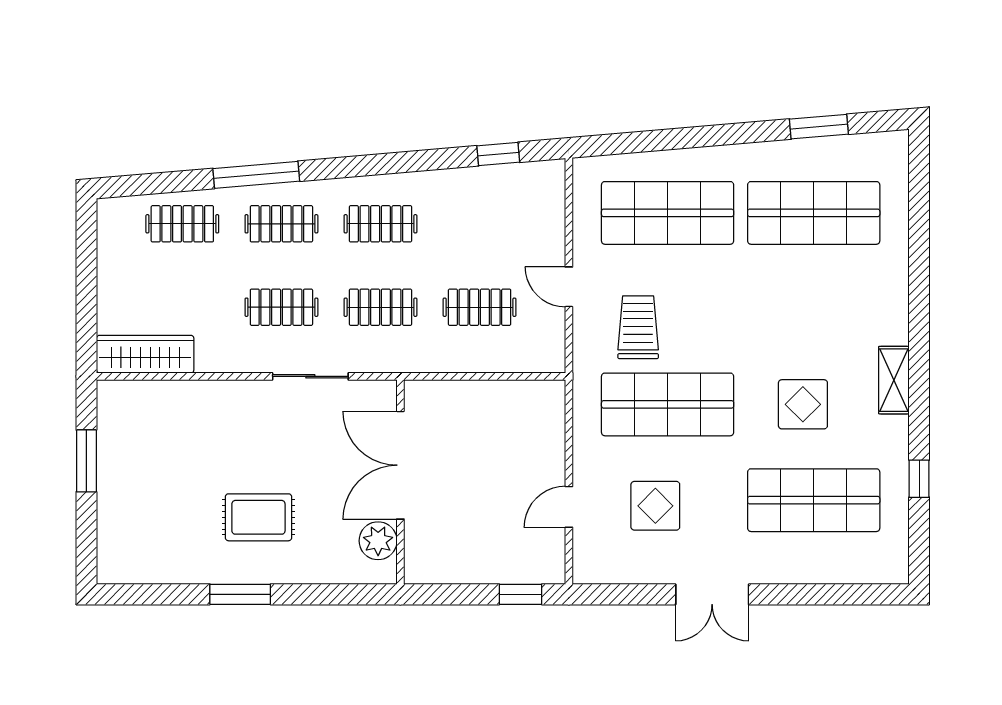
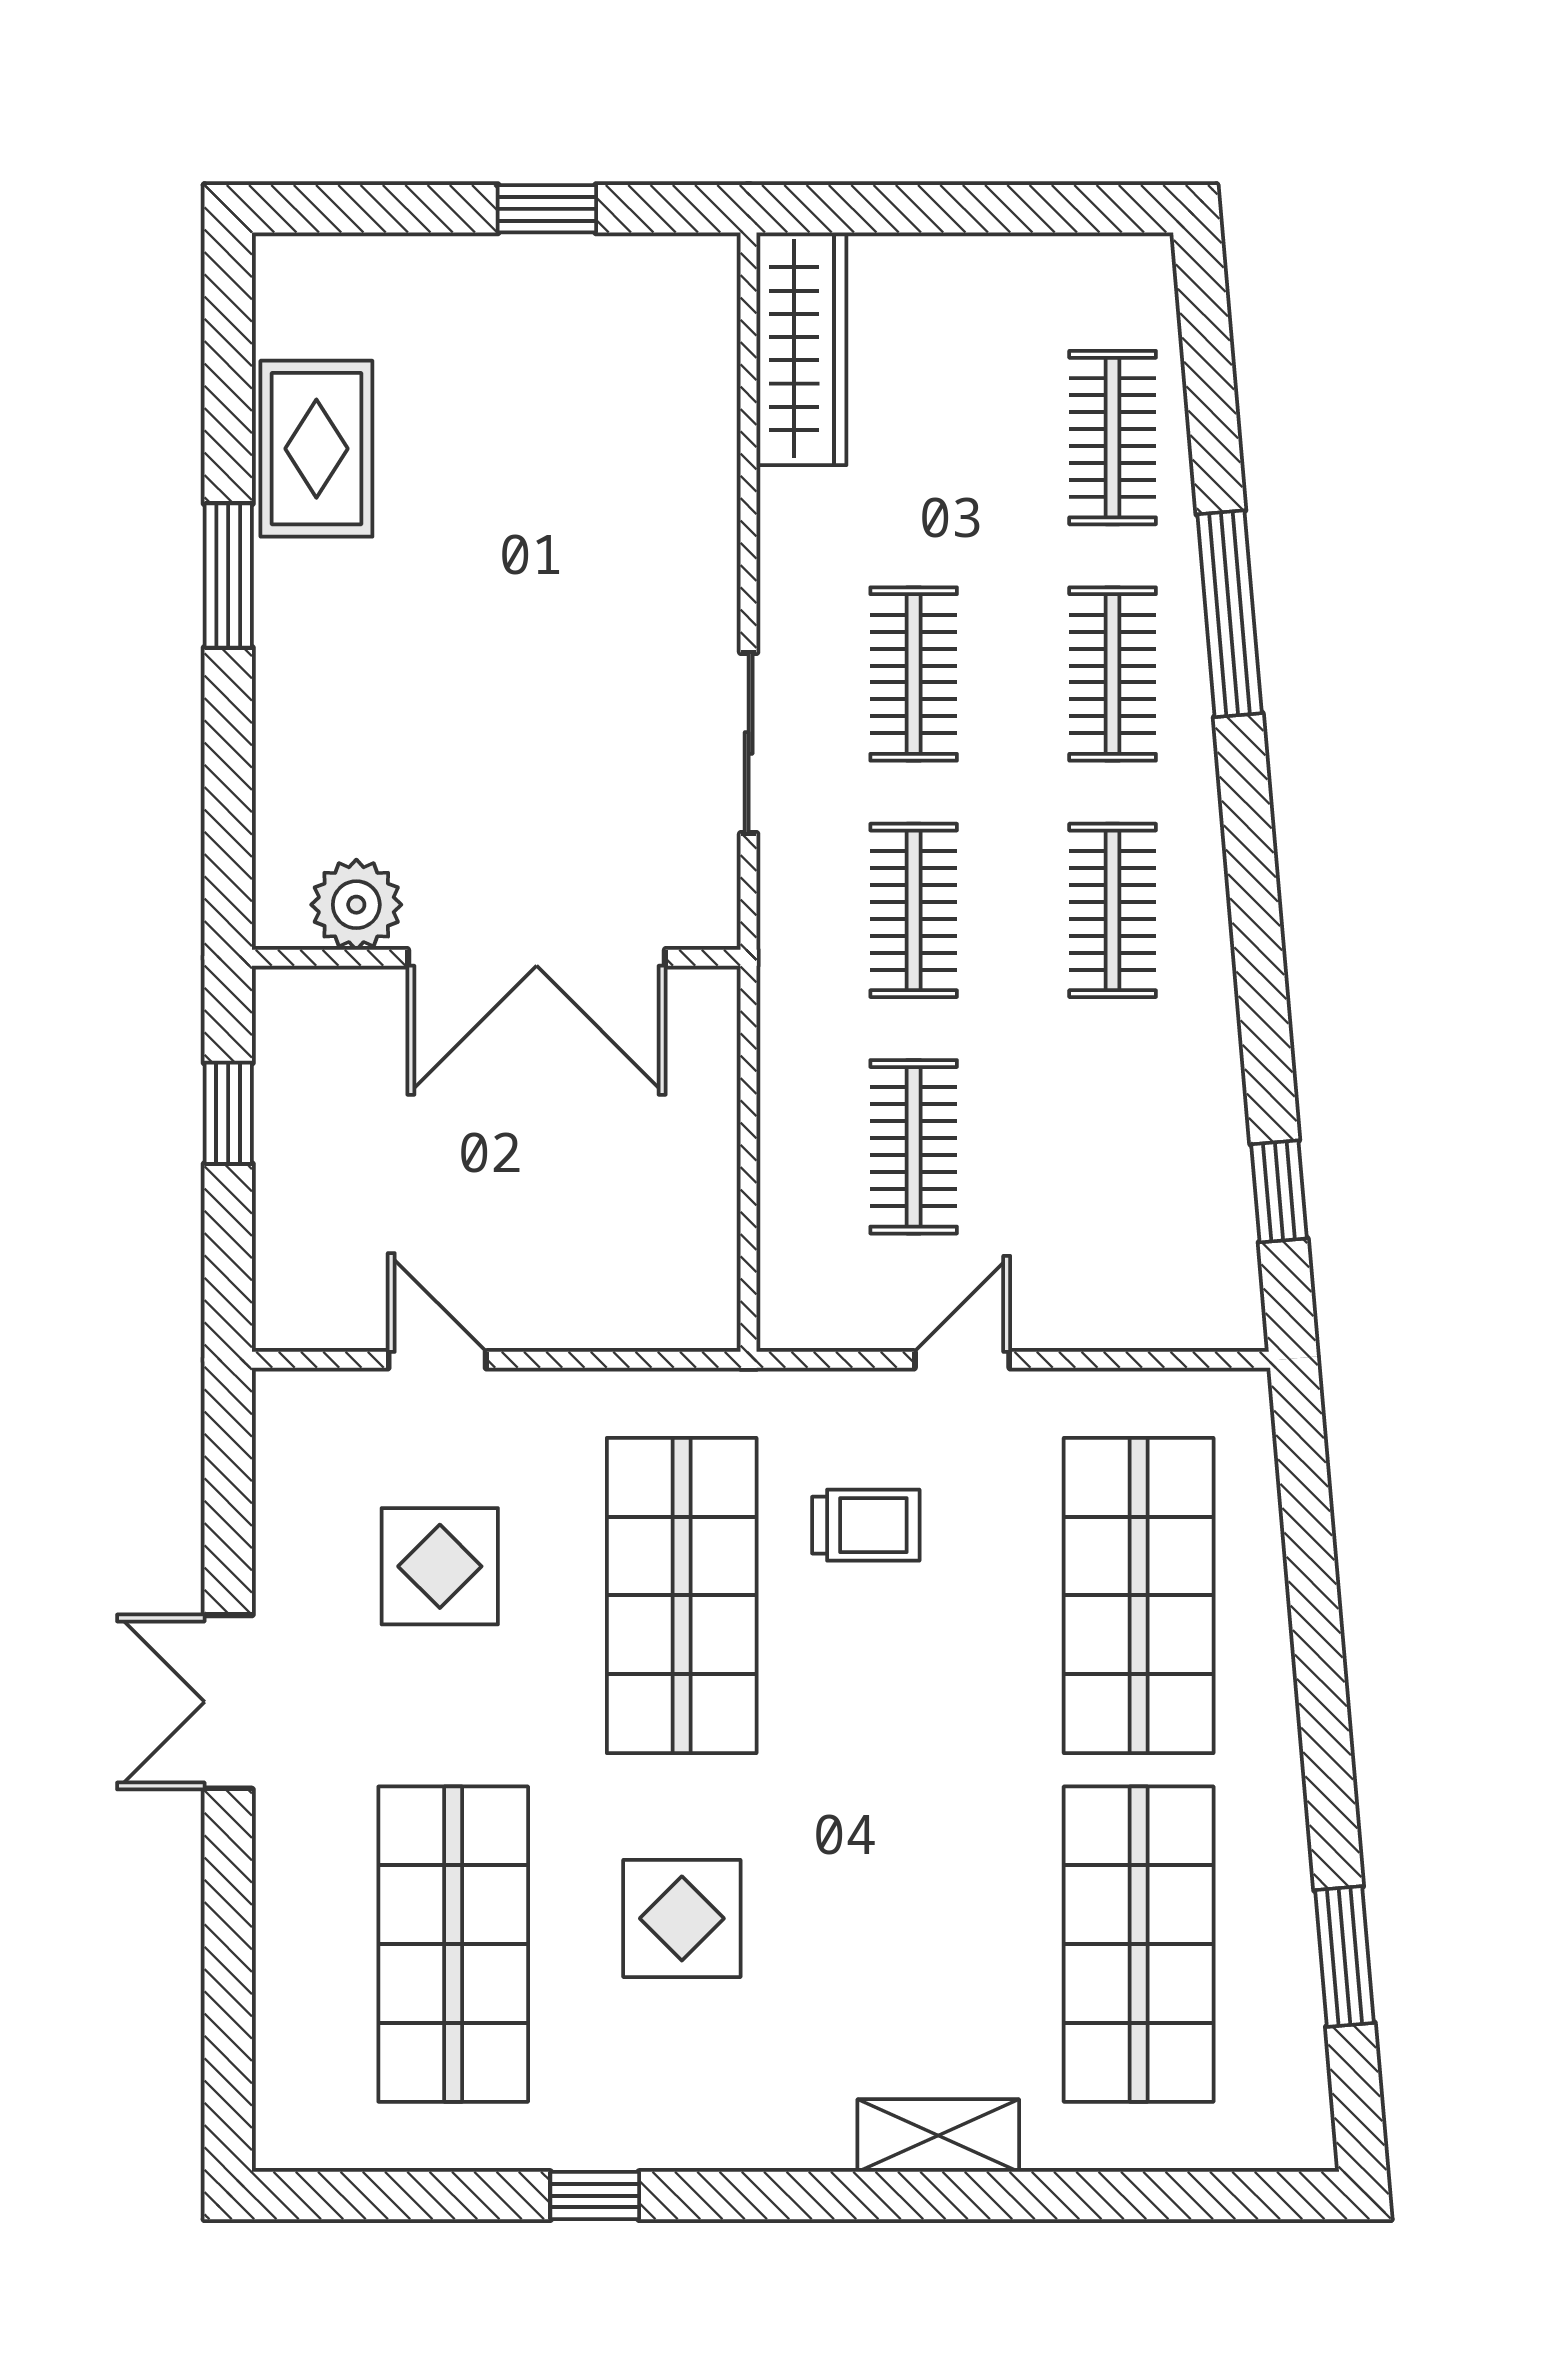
trolley: (638, 327) -> (866, 1525), width x0.73, depth x0.72
shelving: (894, 380) -> (938, 2136), moved
window: (86, 461) -> (547, 209), width x0.67
double door: (400, 465) -> (537, 958), swing flipped
window: (919, 479) -> (595, 2196), moved
rug: (258, 517) -> (316, 449), moved
window: (521, 594) -> (228, 1113), moved

